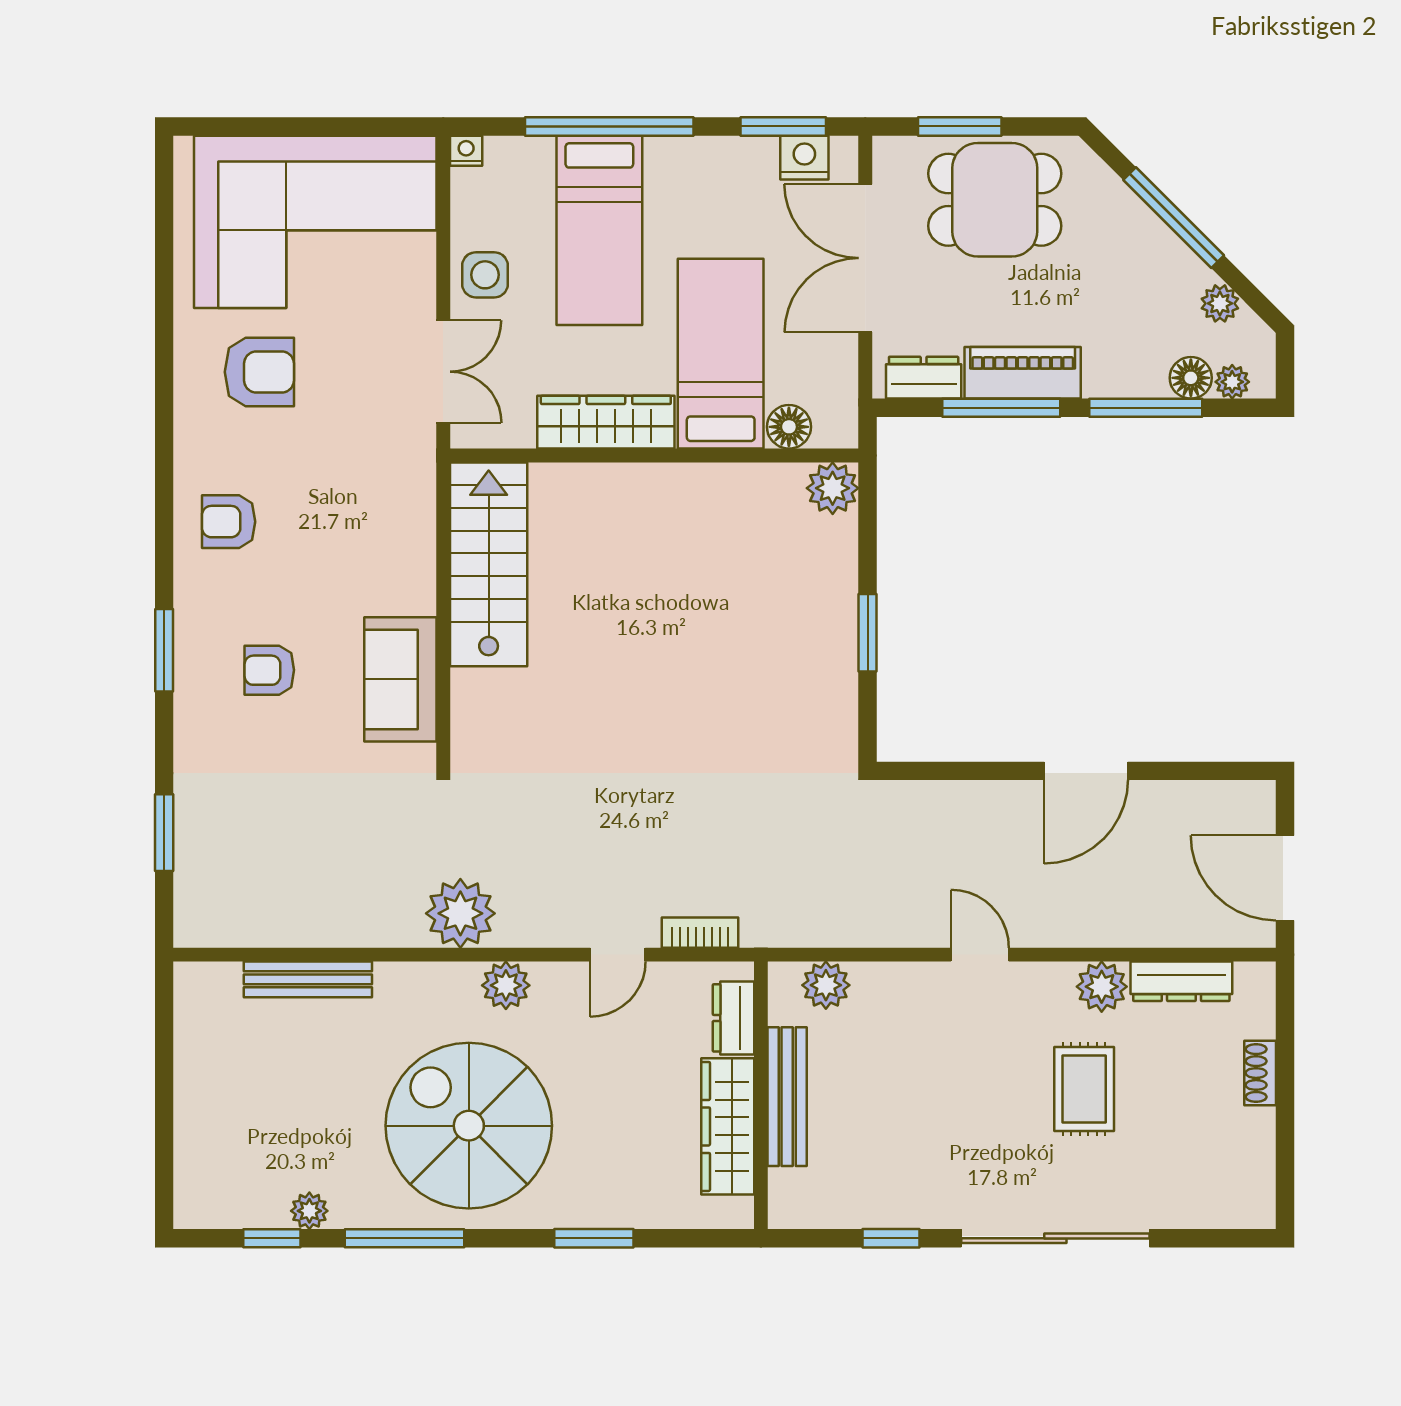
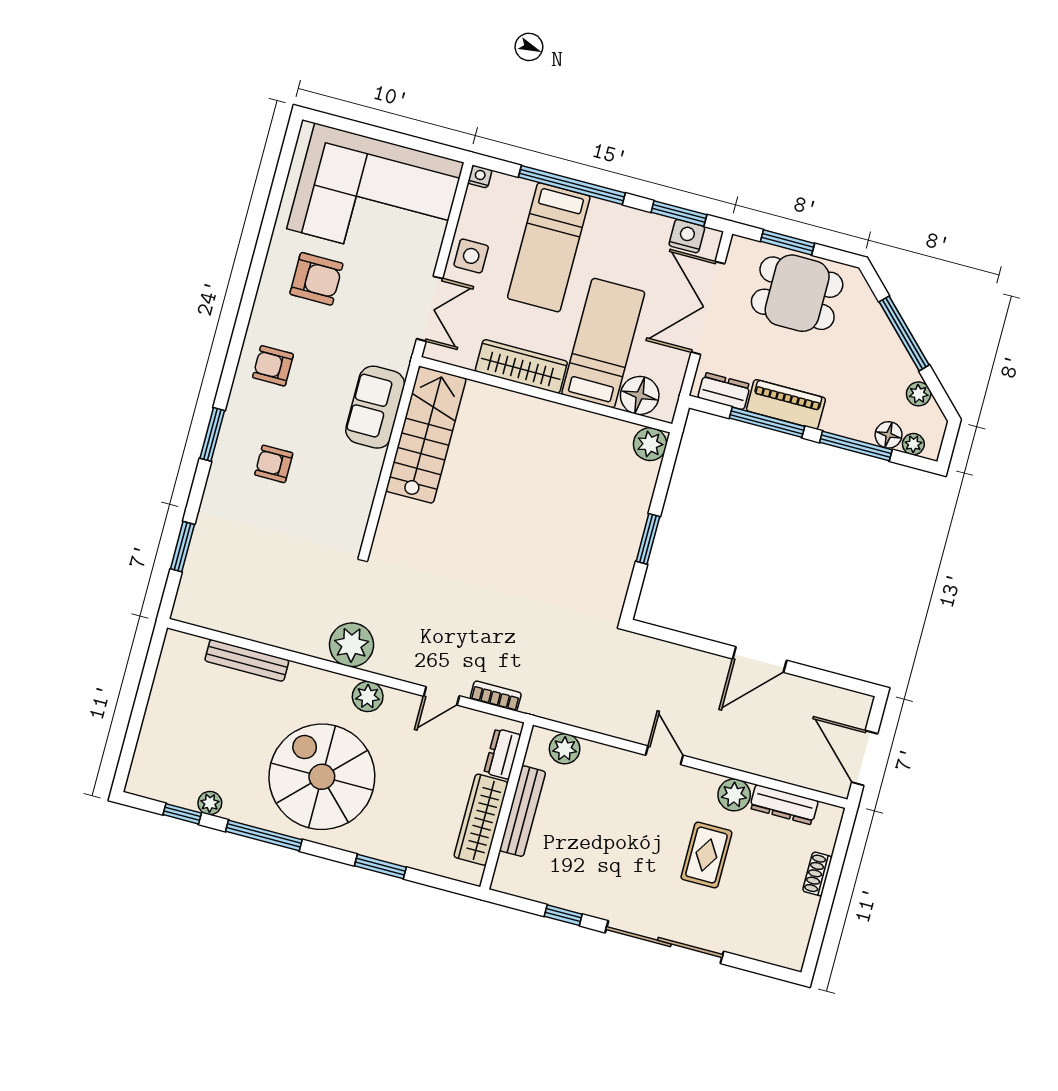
floor lamp: (789, 427) -> (640, 395), width x1.38, depth x1.38
sofa: (400, 679) -> (375, 407), moved

